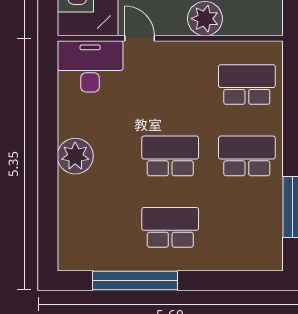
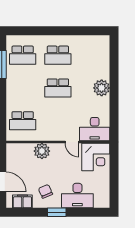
school desk: (247, 156) -> (23, 55), moved
window: (135, 281) -> (74, 31), removed

